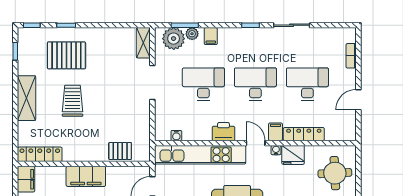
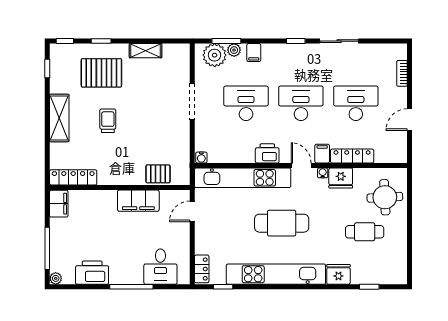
shelving: (143, 43) -> (146, 51), moved, turned 90
trolley: (73, 101) -> (108, 121), width x0.73, depth x0.72
water cooler: (176, 136) -> (201, 158), moved
filing cabinet: (86, 176) -> (138, 201), moved

